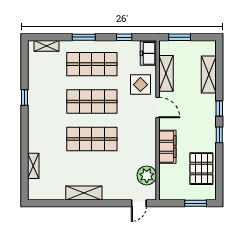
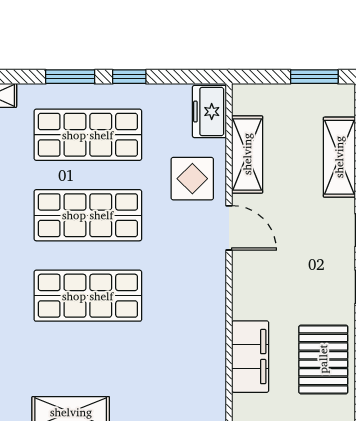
window: (124, 37) -> (129, 77), moved
window: (180, 37) -> (314, 77), moved
filing cabinet: (167, 147) -> (250, 357), moved
plant: (147, 175) -> (206, 374), removed

